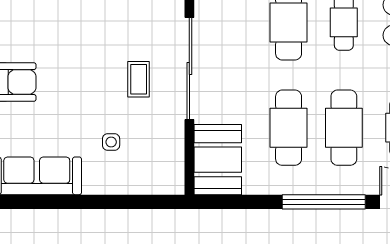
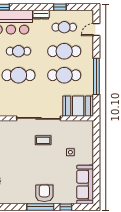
window: (324, 202) -> (96, 76), moved

